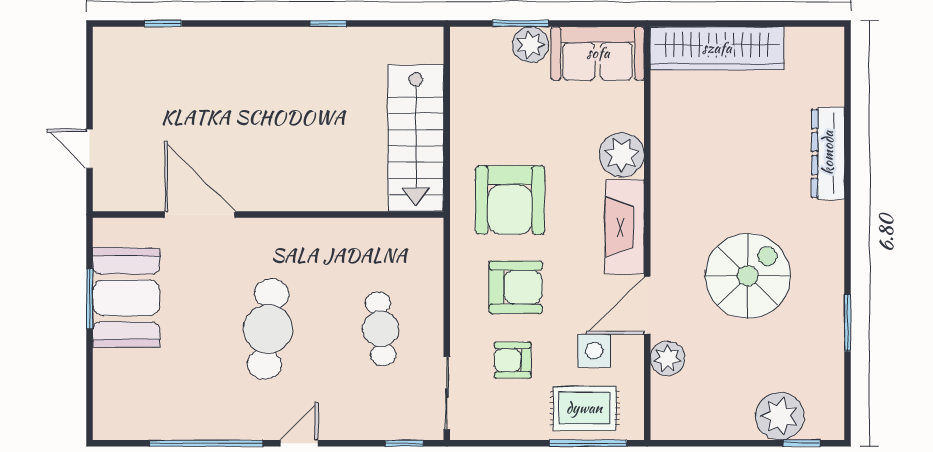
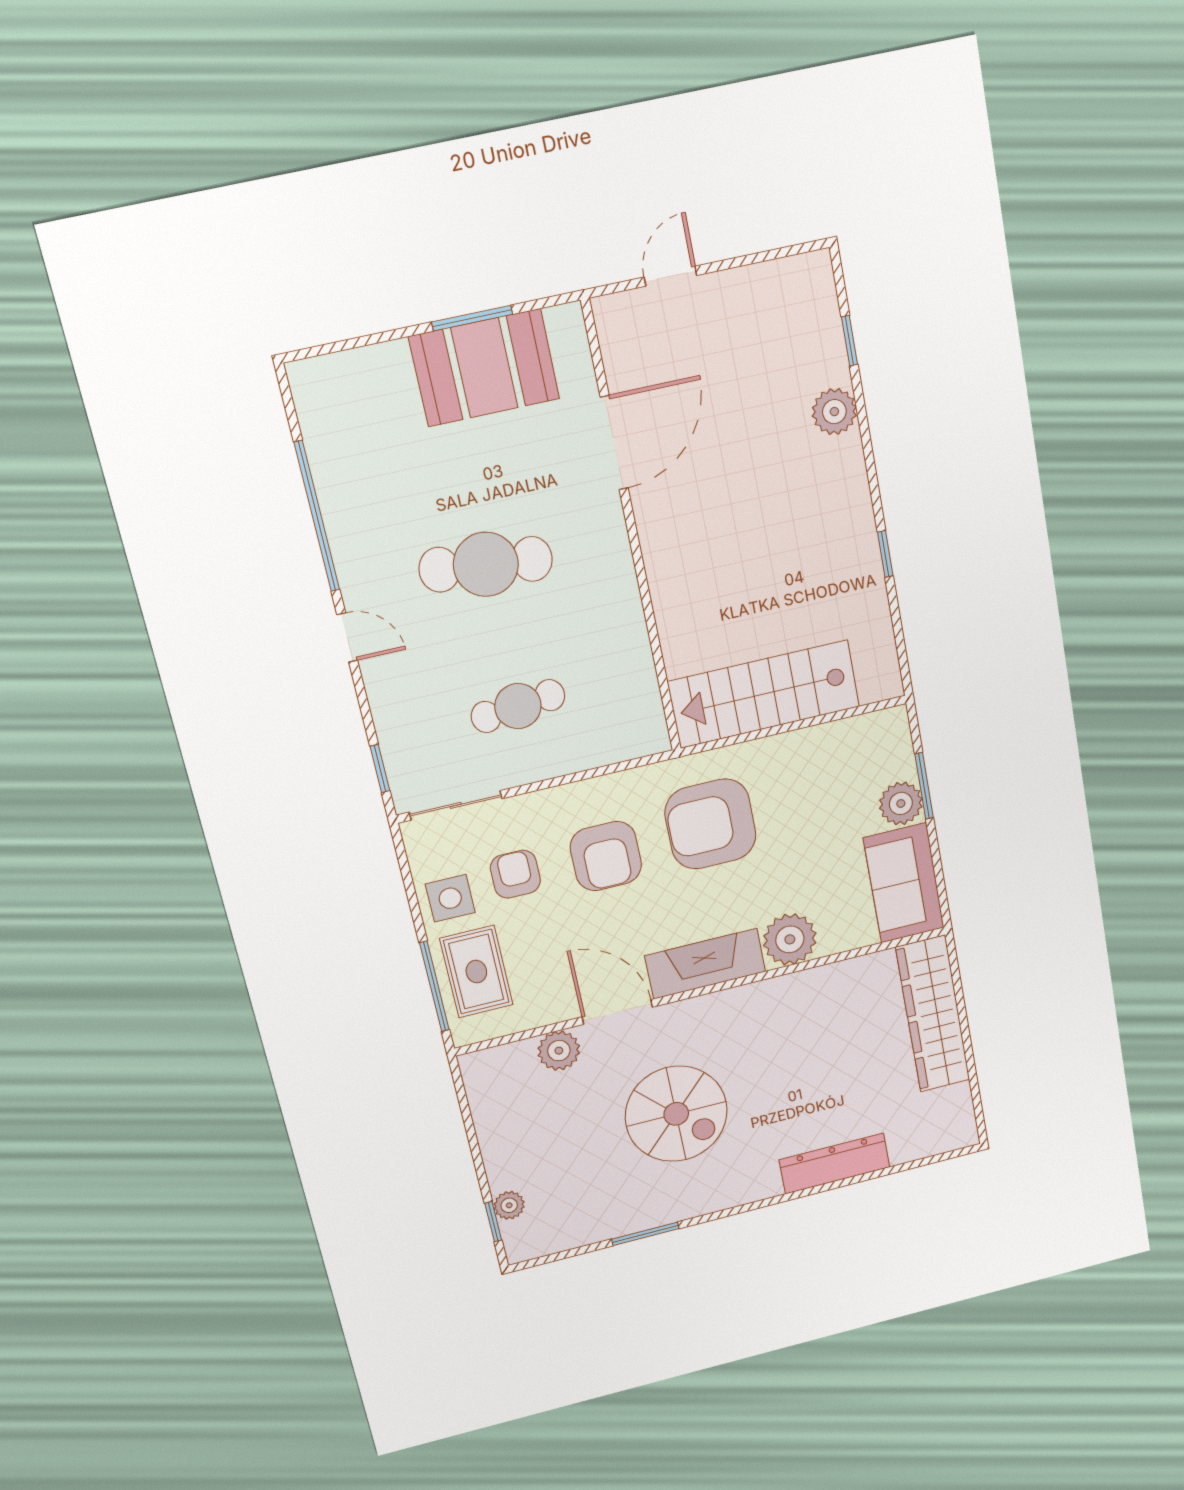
plant: (212, 44) -> (834, 412), added
side table: (594, 351) -> (450, 898), moved
plant: (780, 416) -> (509, 1205), width x0.53, depth x0.53

